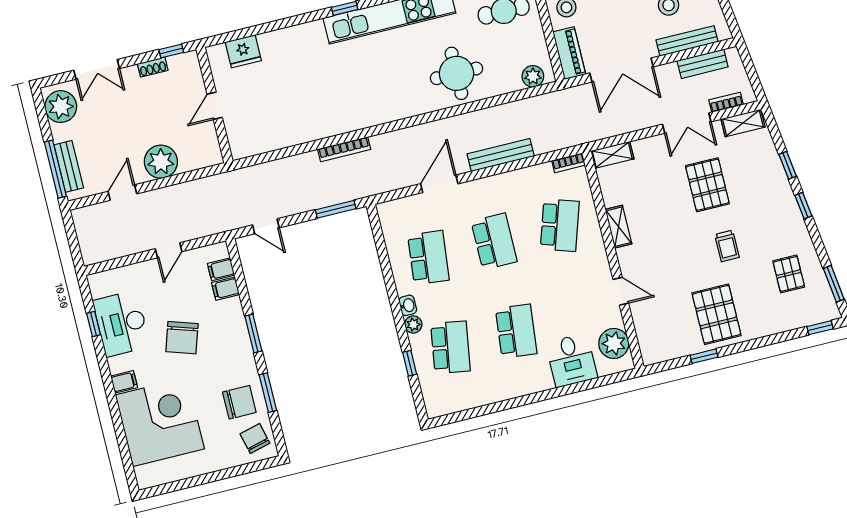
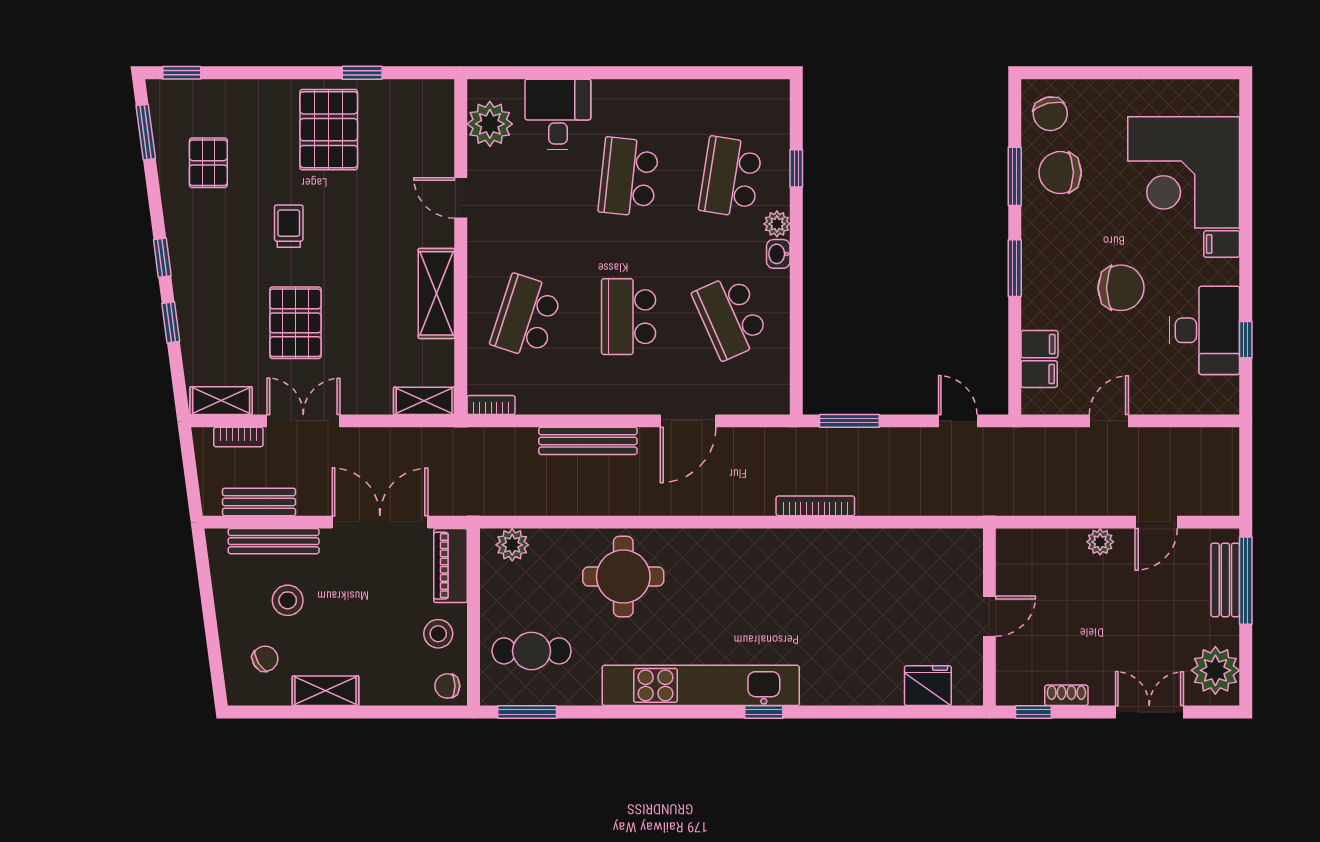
plant: (161, 162) -> (1100, 542), width x0.53, depth x0.53
shelving: (618, 227) -> (436, 293), width x1.50, depth x1.33
school desk: (428, 258) -> (731, 317), turned -30
chair: (182, 338) -> (1121, 288), turned 72

